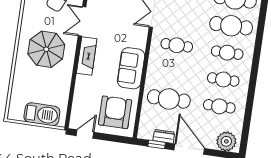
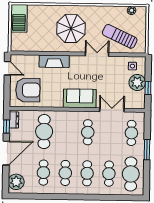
cafe table: (231, 26) -> (109, 174), width x0.73, depth x0.74
fireplace: (87, 56) -> (54, 61), moved
sofa: (131, 68) -> (80, 98), moved
barbecue: (42, 114) -> (19, 18), moved
dresser: (164, 136) -> (14, 120), moved

